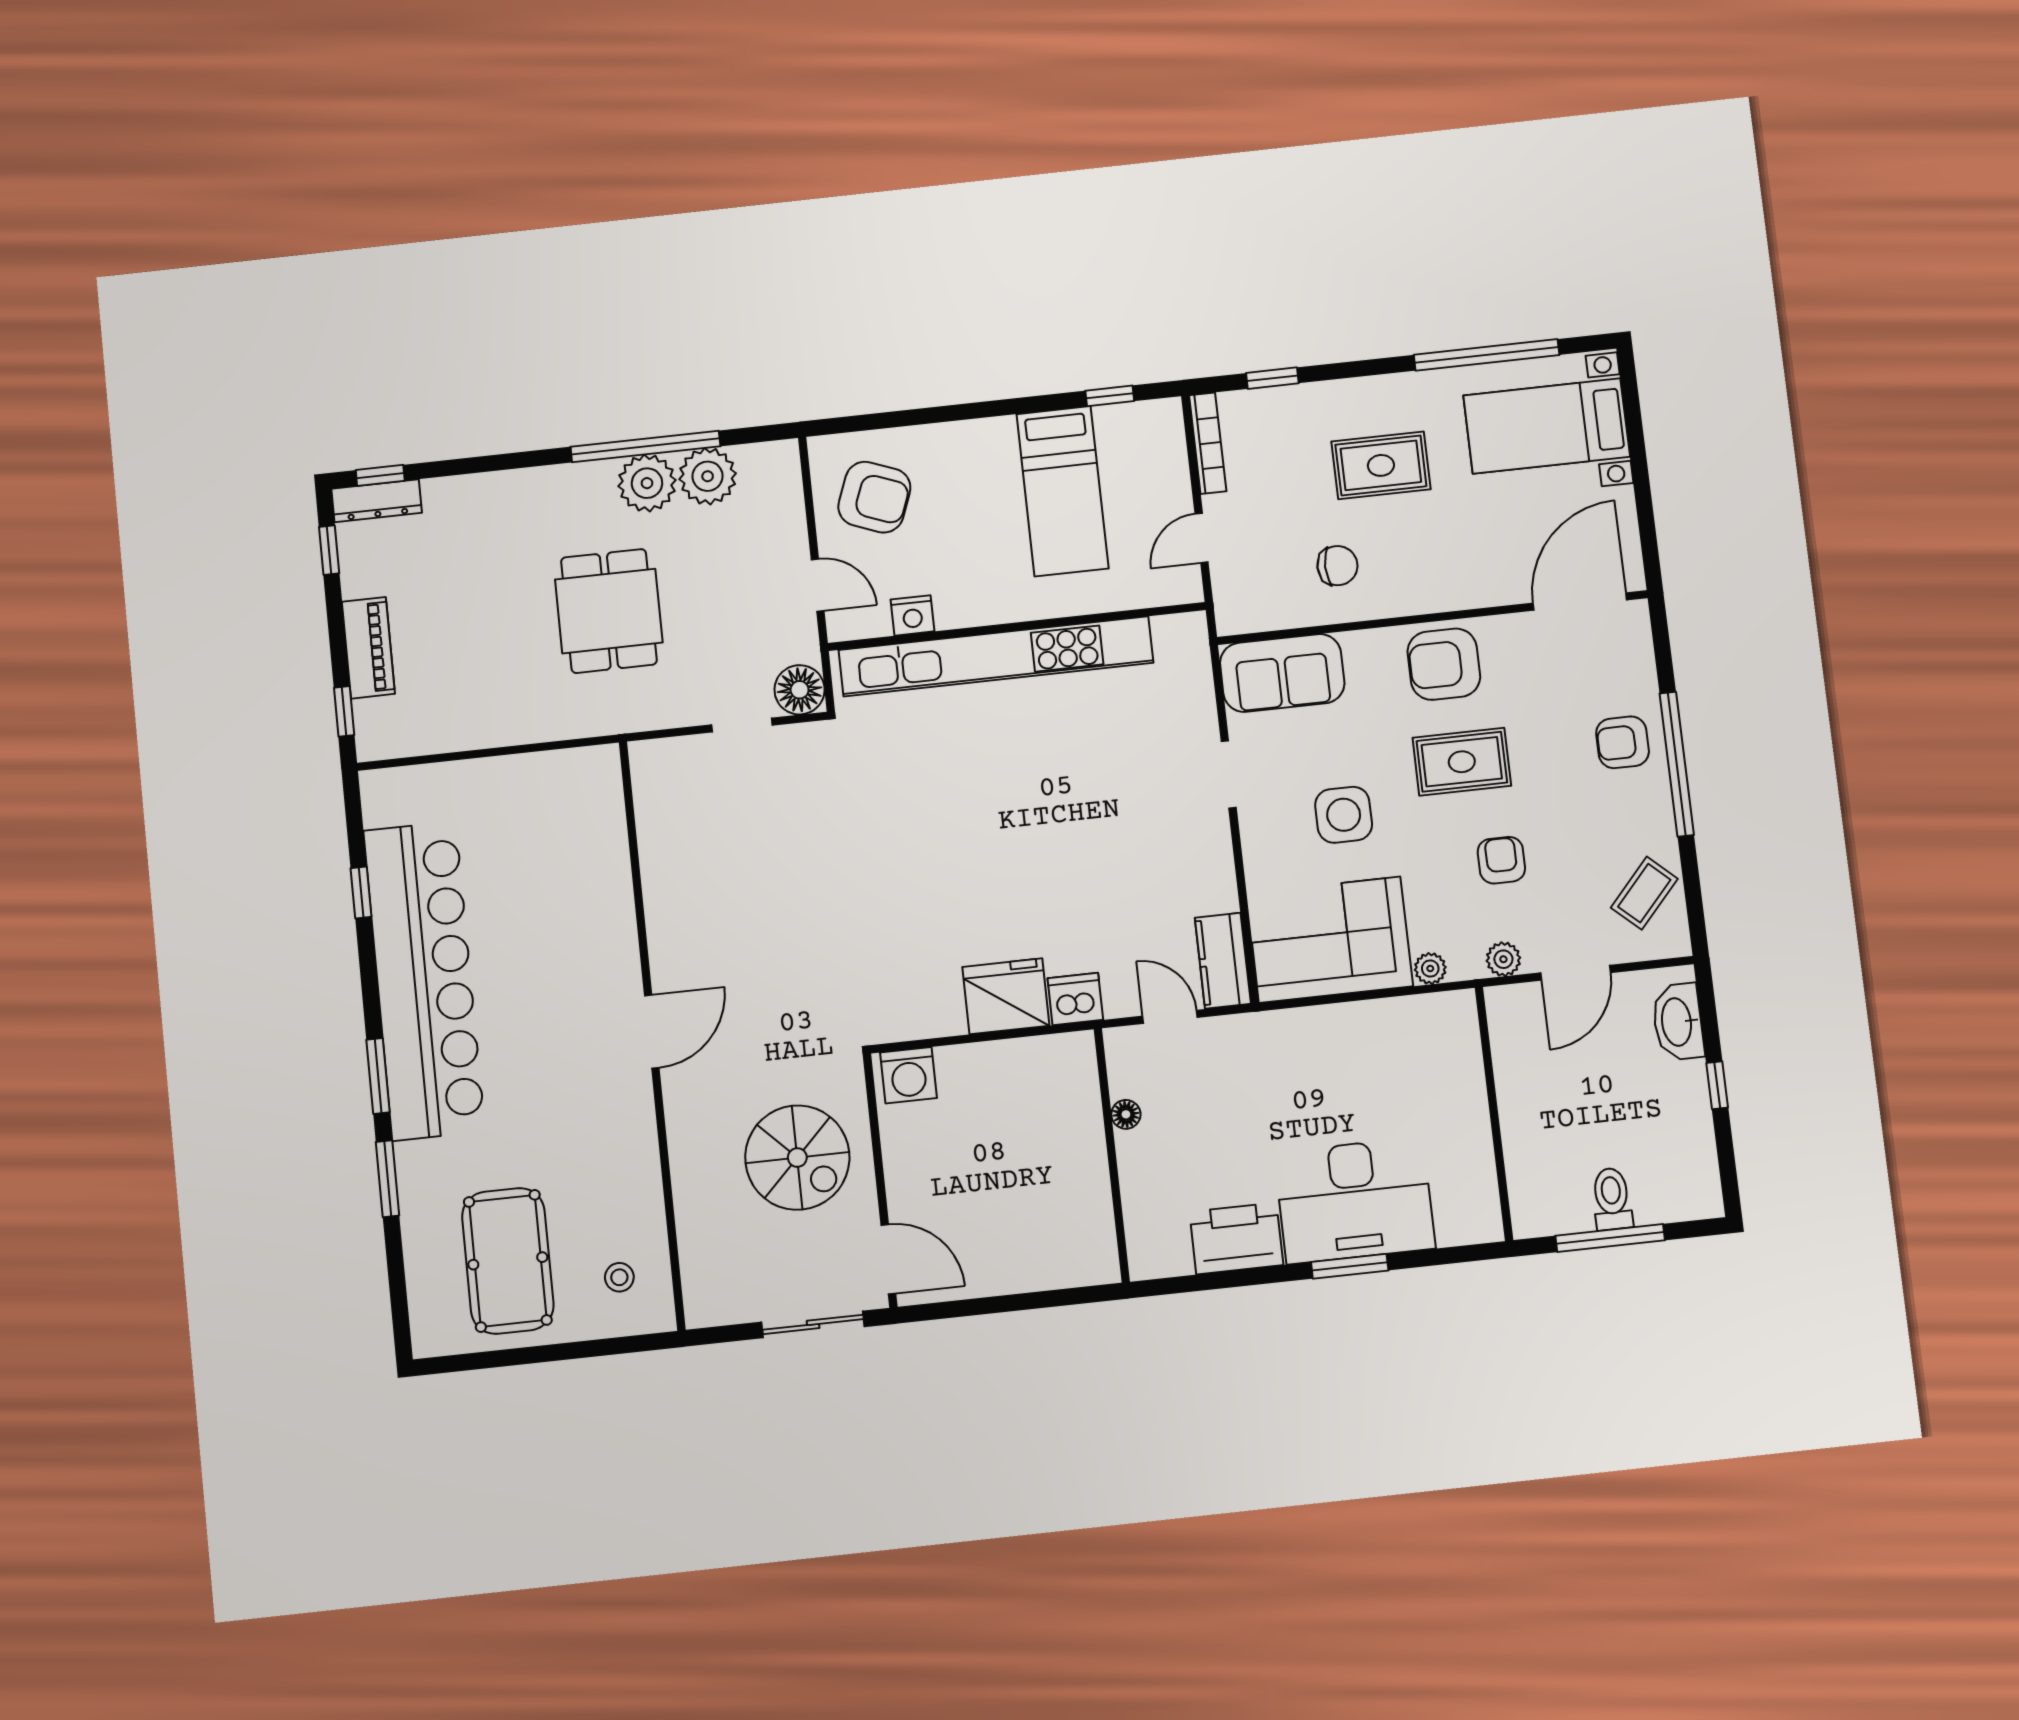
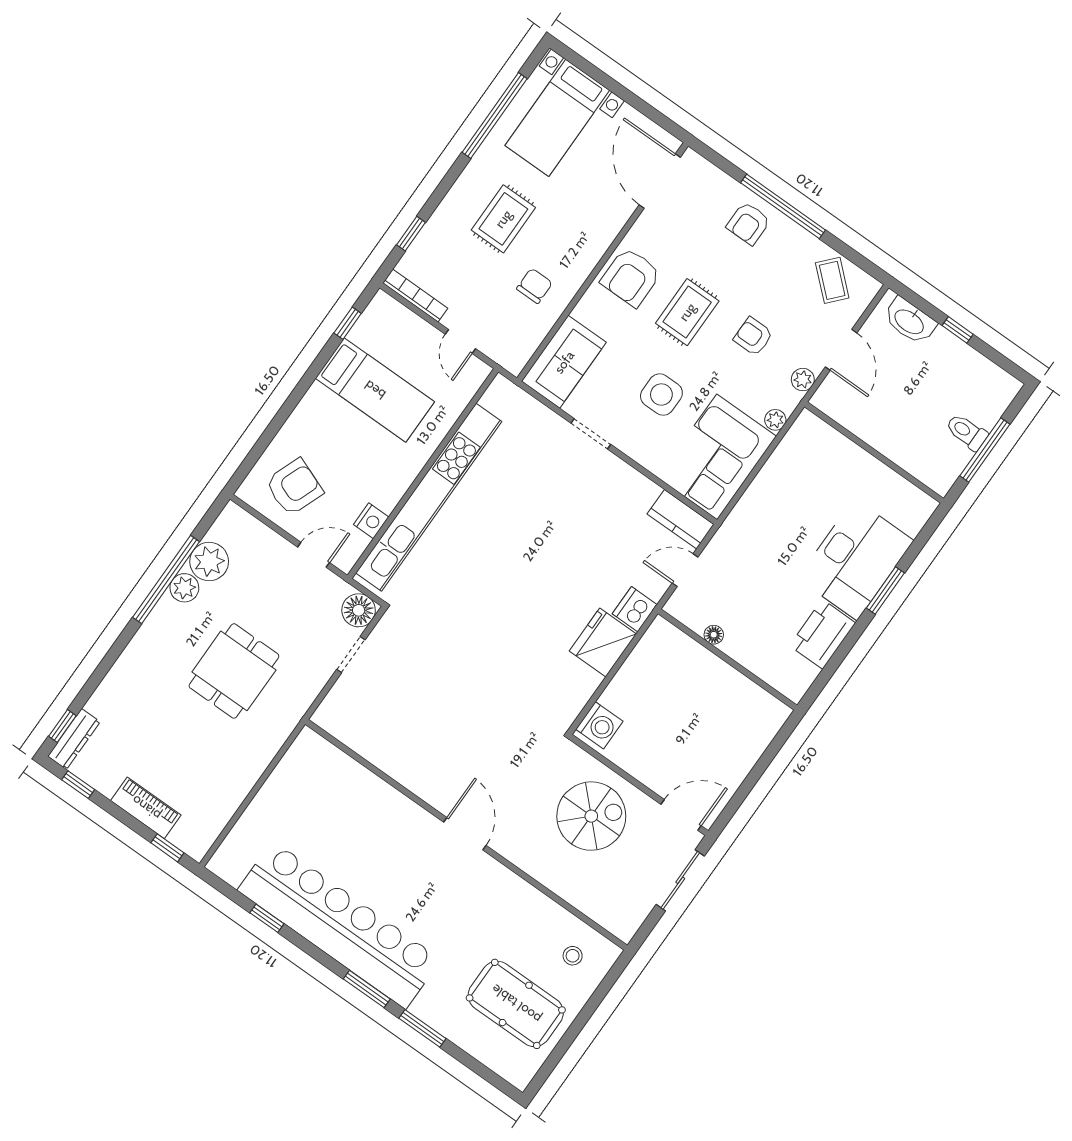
plant: (647, 483) -> (184, 588), width x0.73, depth x0.73
dining table: (609, 611) -> (234, 671), turned 90

